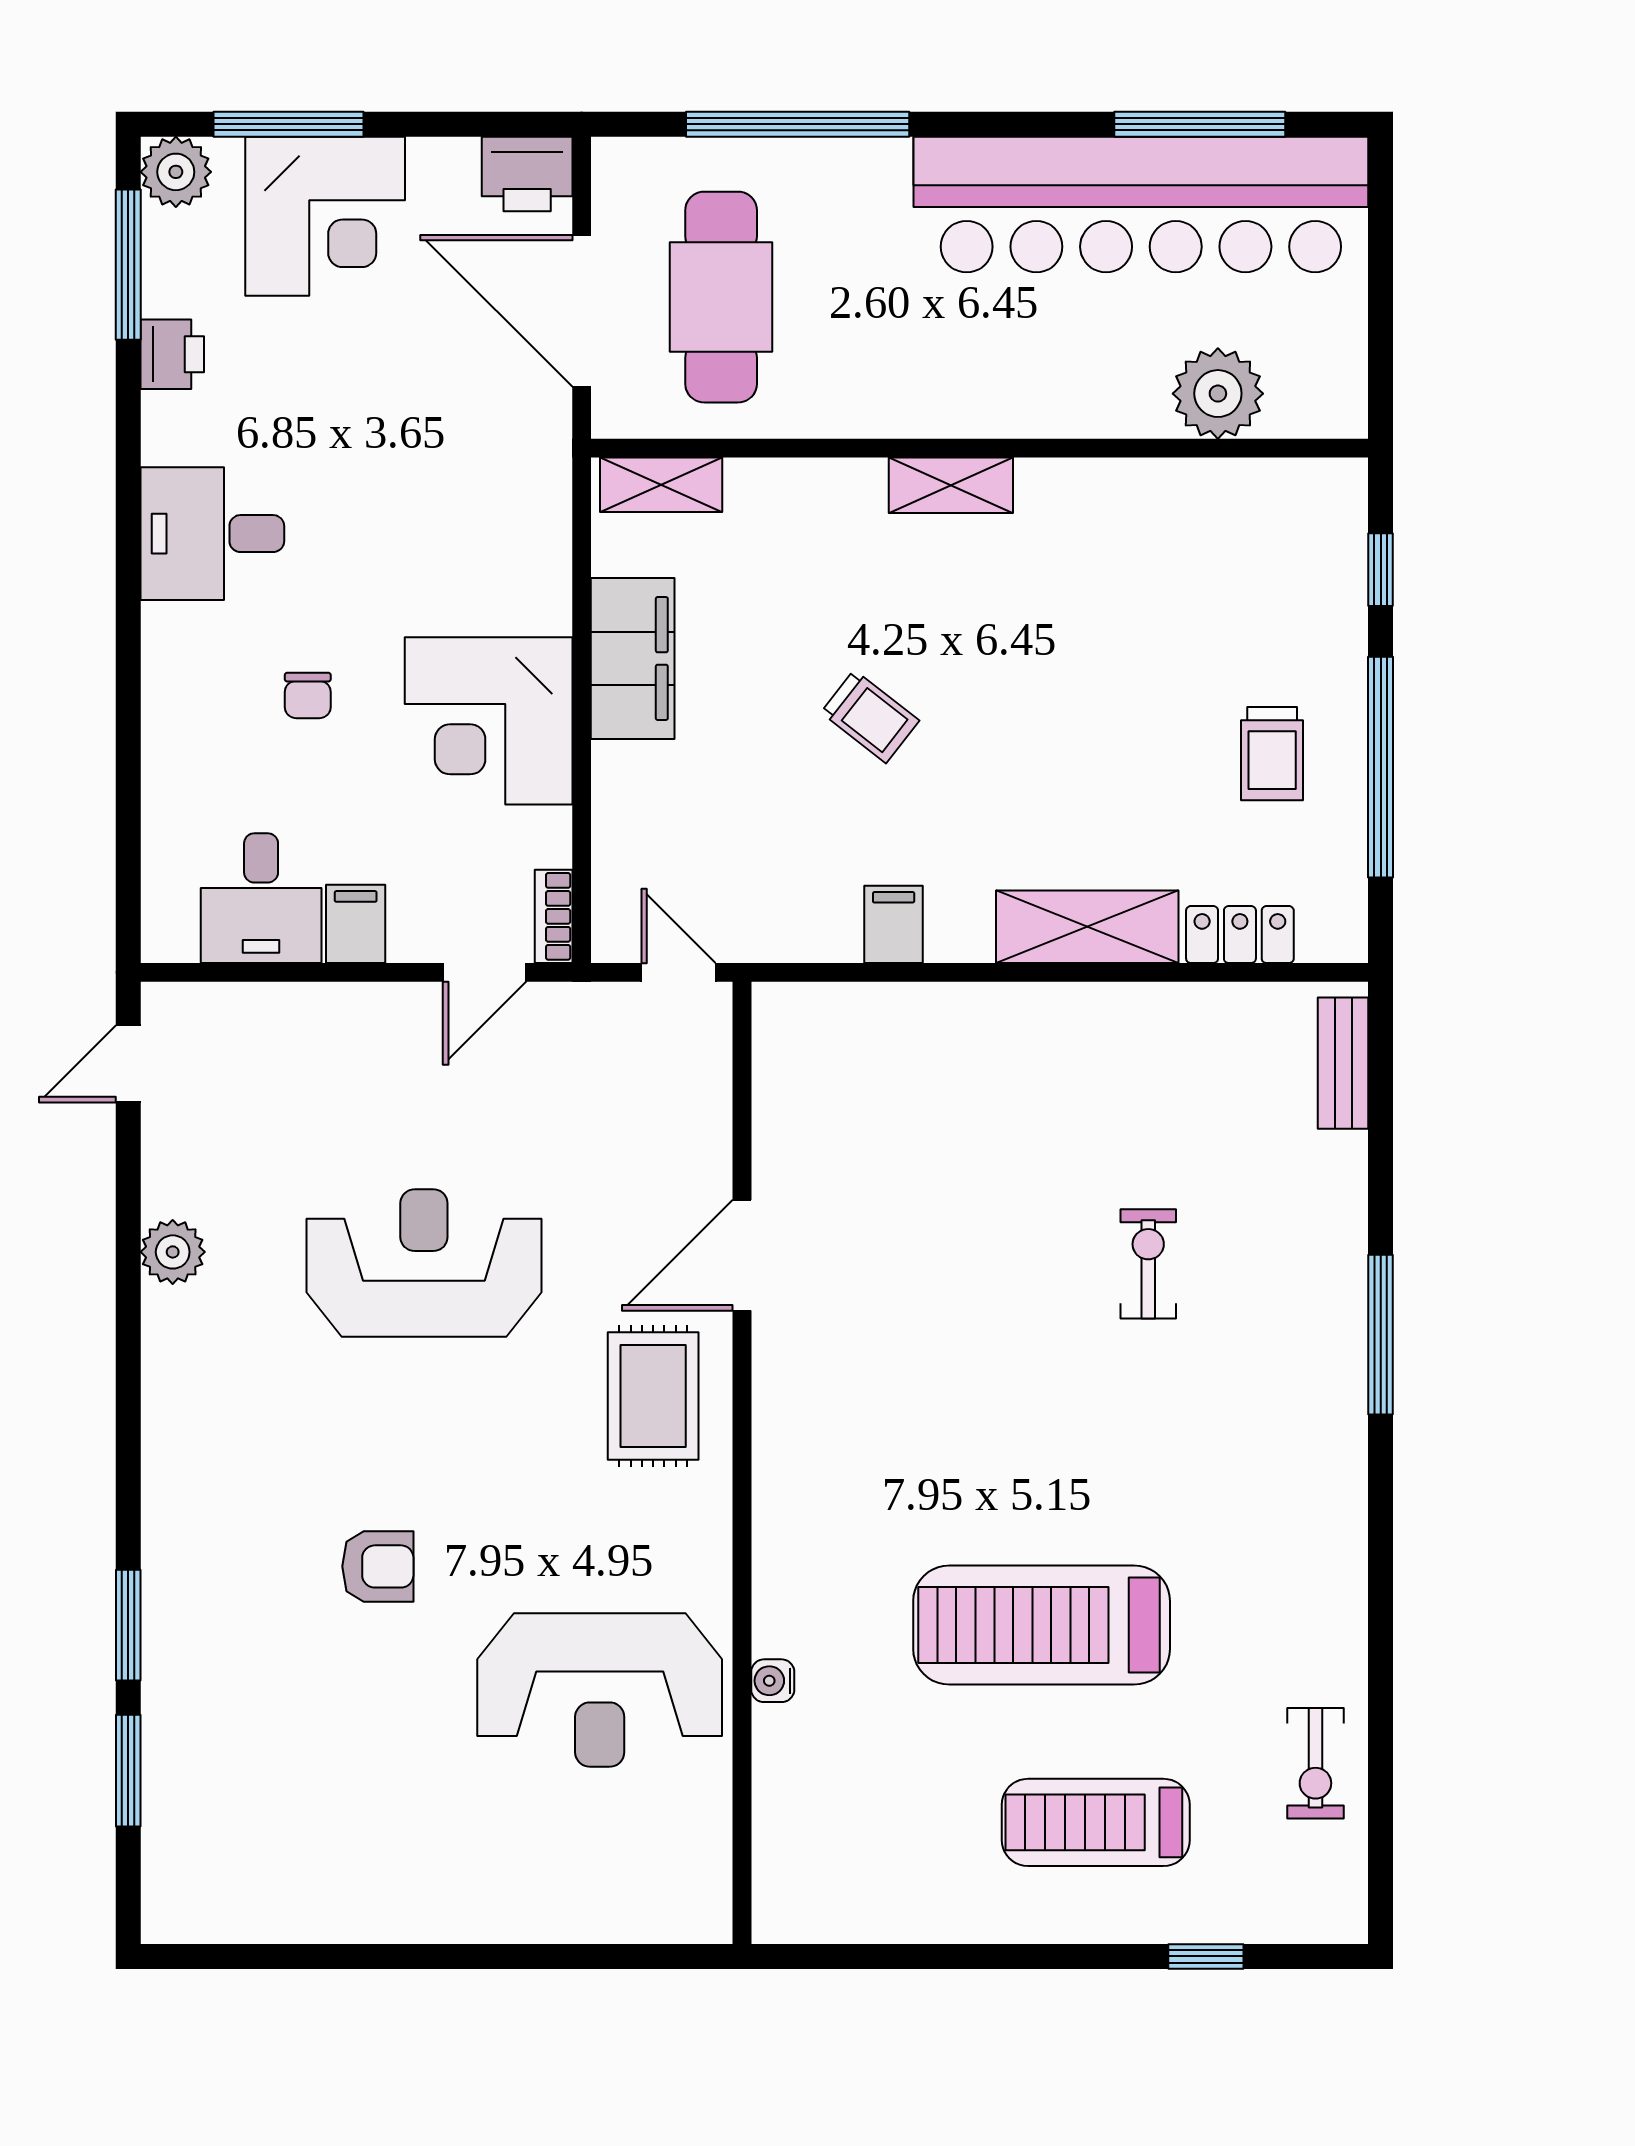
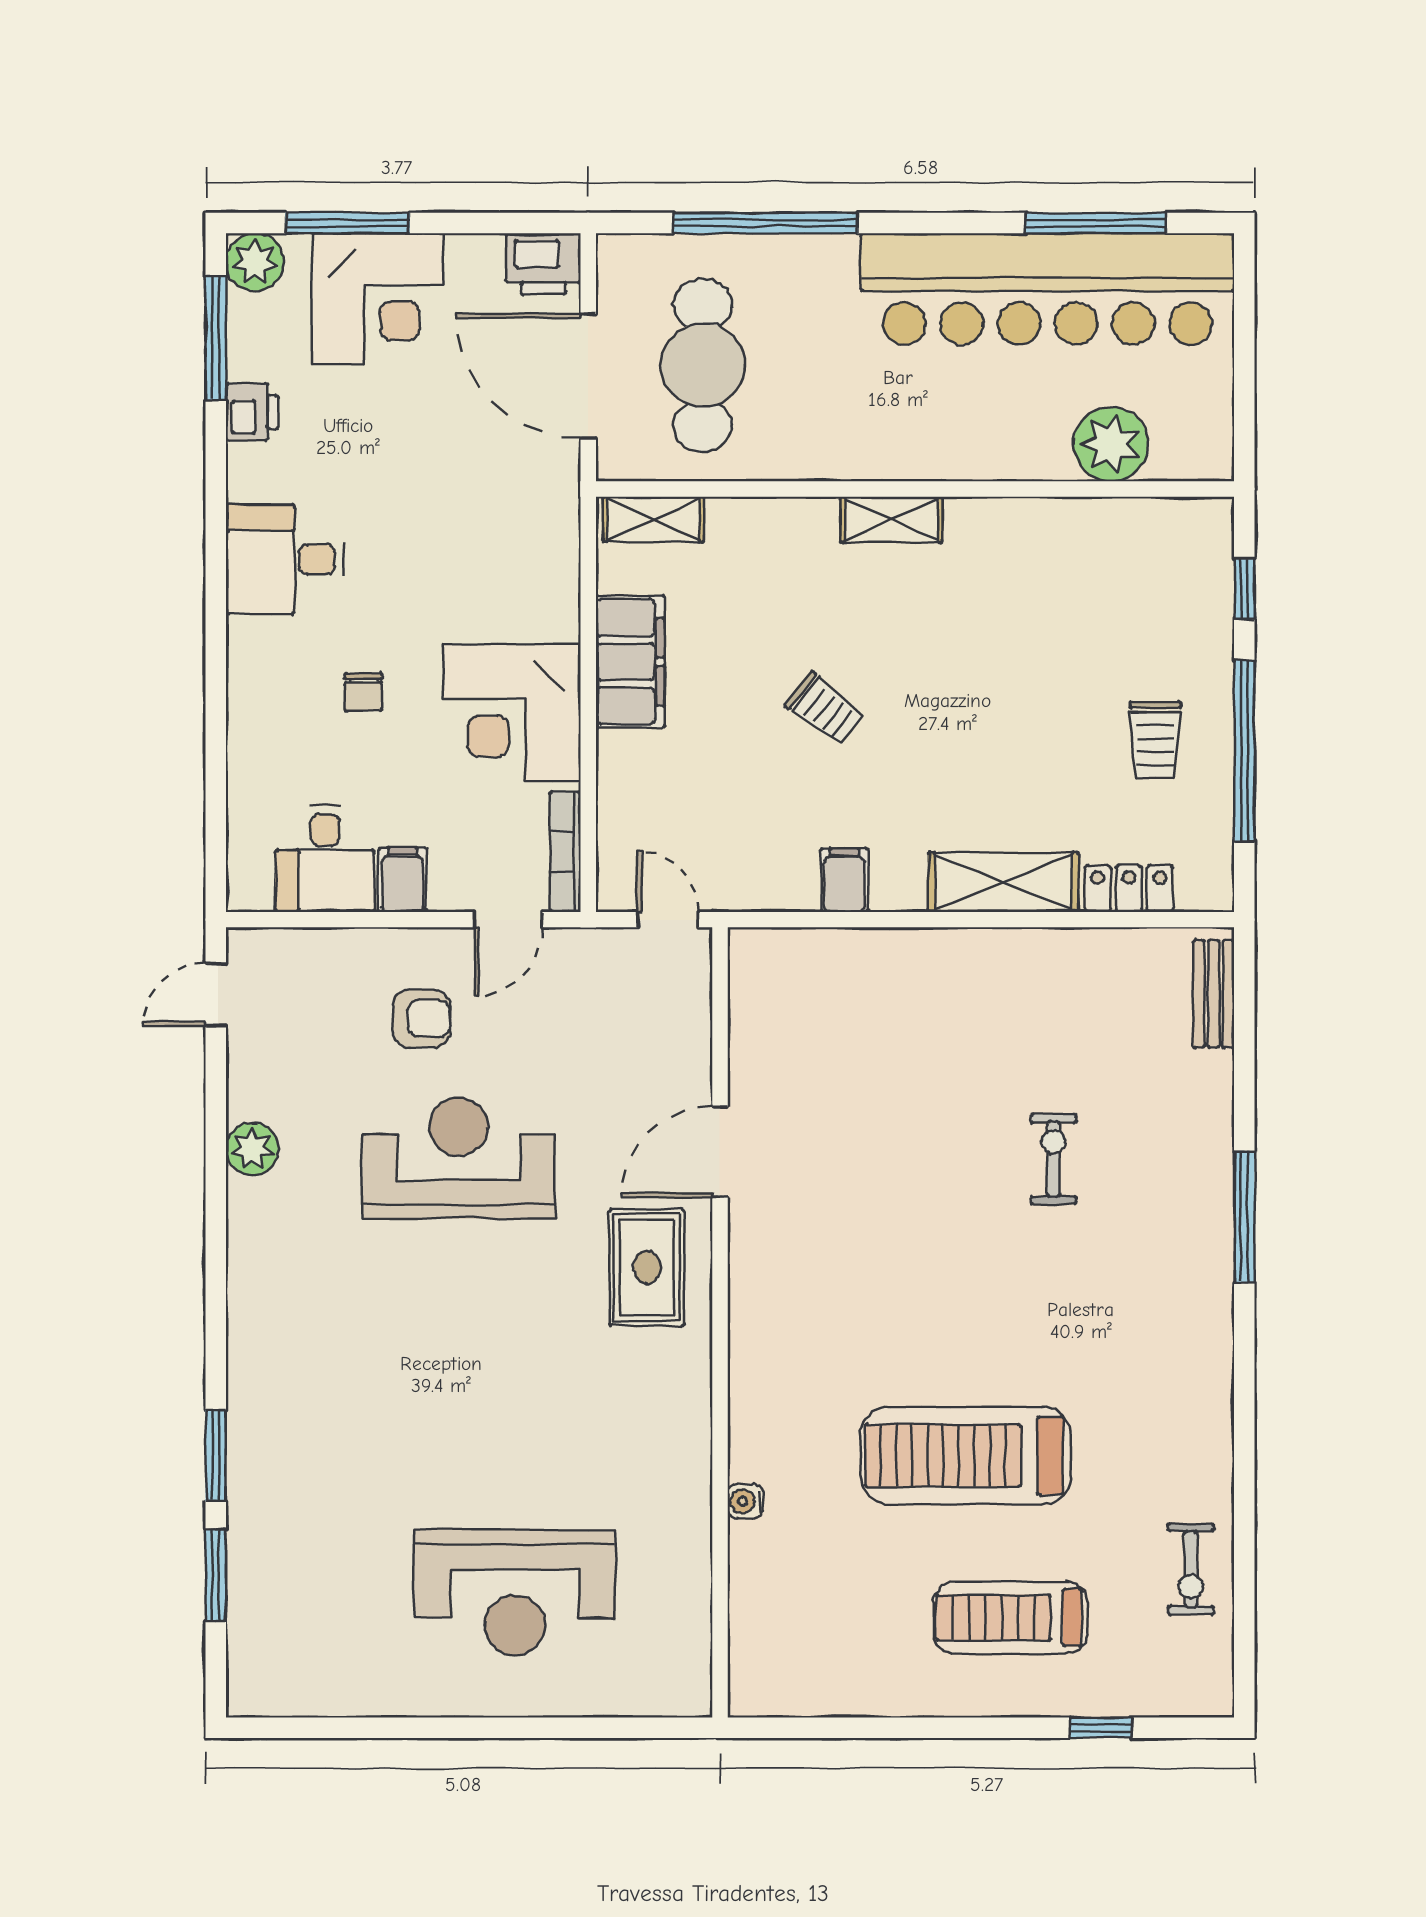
bookcase: (554, 916) -> (565, 852), width x1.56
armchair: (378, 1566) -> (422, 1019), moved
reception desk: (600, 1690) -> (515, 1593), moved

